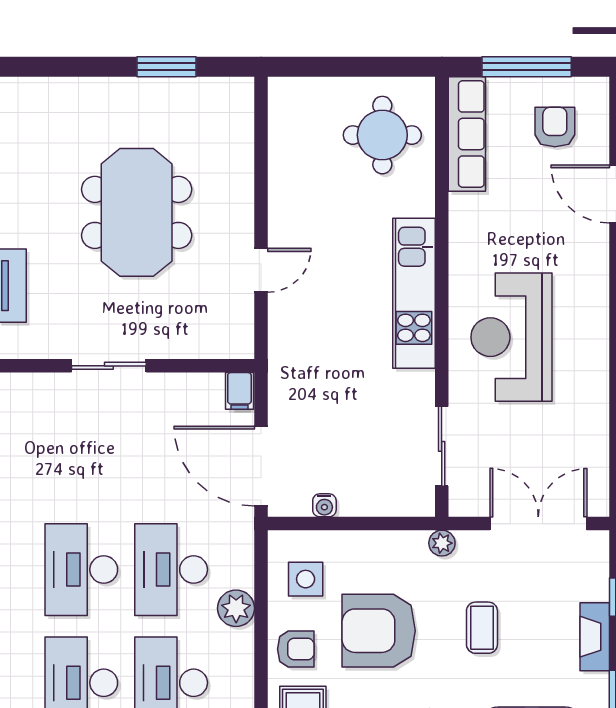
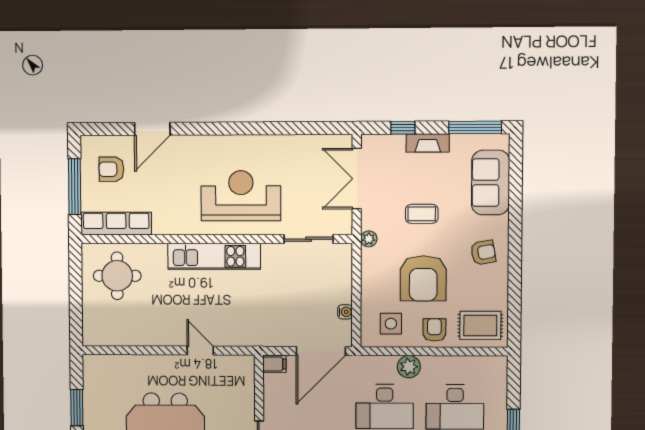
reception desk: (511, 337) -> (241, 196), turned 180

